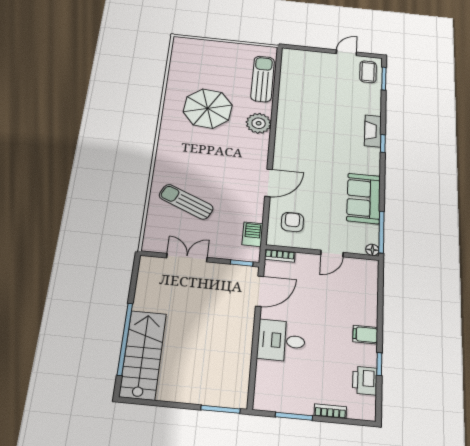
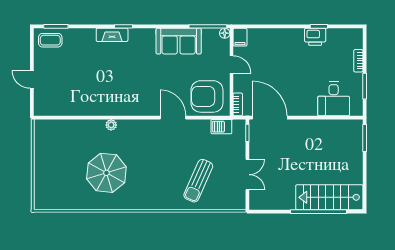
door: (346, 53) -> (32, 79), moved
sun lounger: (263, 79) -> (70, 130), removed
plant: (259, 123) -> (111, 125), width x0.53, depth x0.53
armchair: (292, 222) -> (207, 96), width x1.88, depth x1.88
double door: (187, 258) -> (247, 175), swing flipped
door: (260, 291) -> (270, 118), width x1.36
filing cabinet: (365, 335) -> (240, 37), moved
desk: (281, 341) -> (334, 99), moved
printer: (365, 381) -> (315, 37), moved

